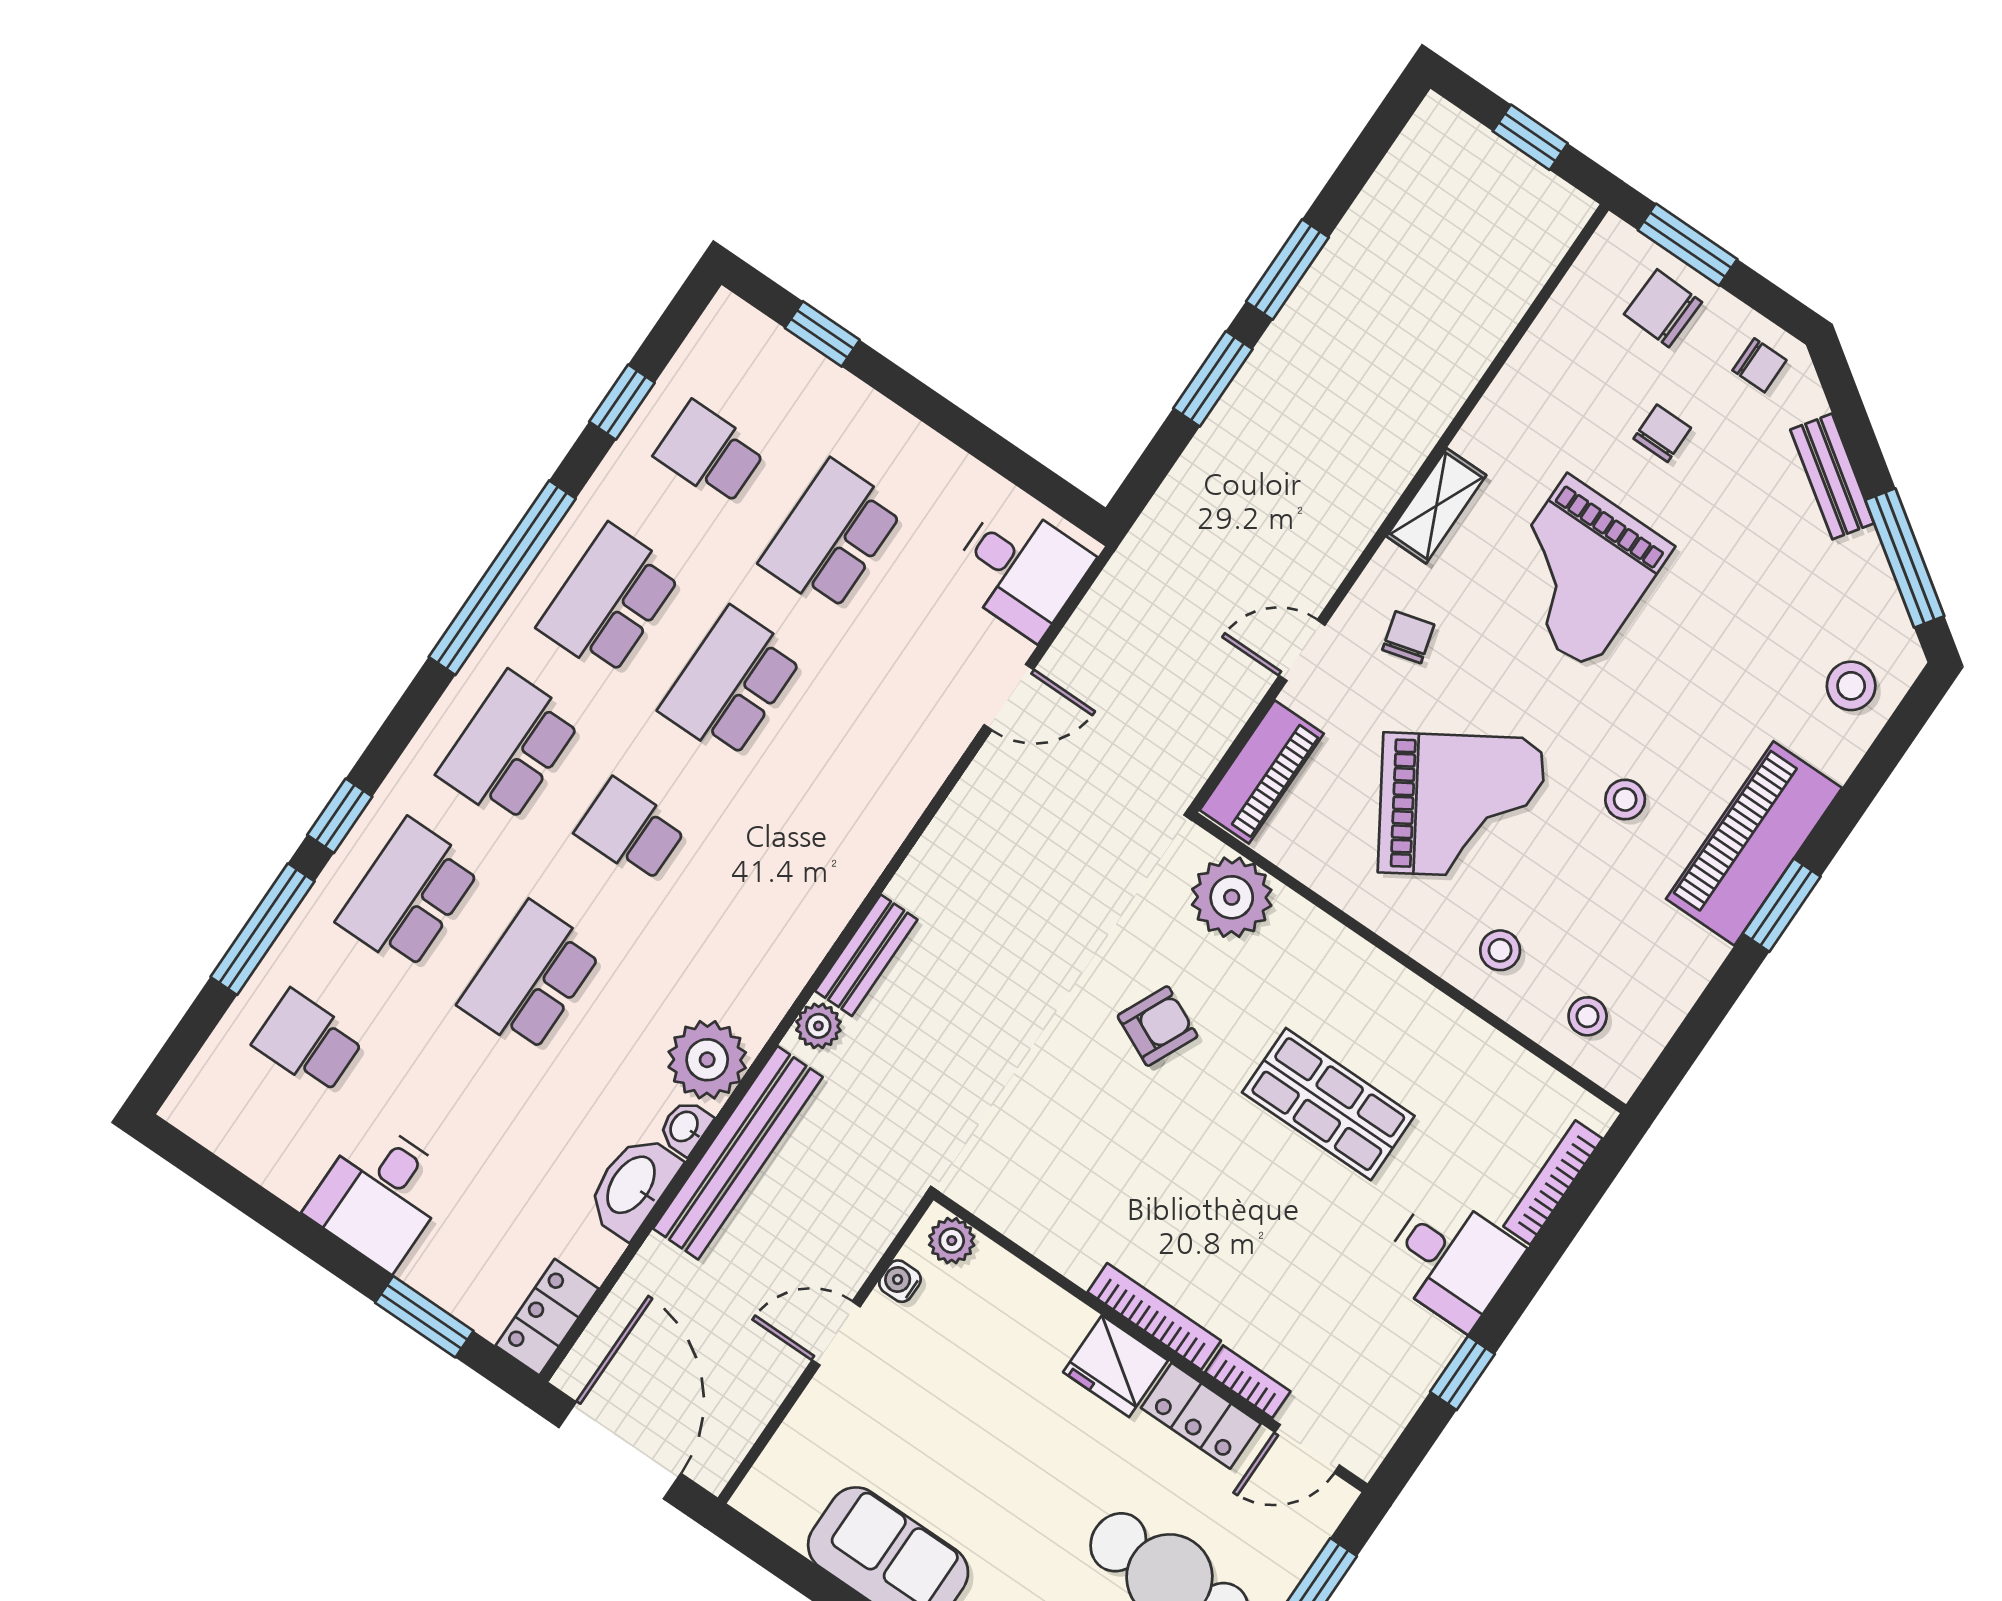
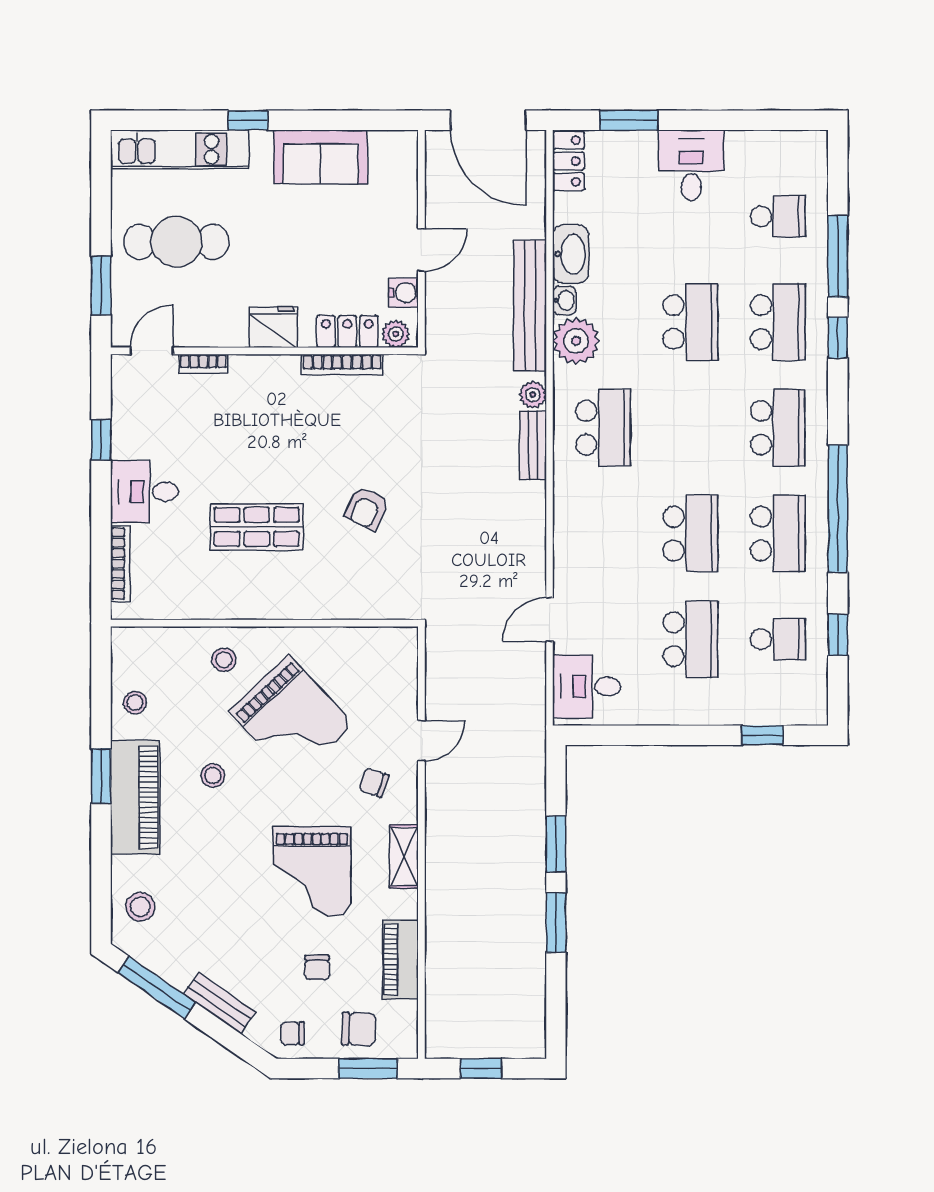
grand piano: (1579, 572) -> (312, 871), turned 180
chair: (1408, 637) -> (374, 783), turned 124
piano: (1262, 772) -> (400, 959), moved
grand piano: (1461, 805) -> (291, 718), turned -101
school desk: (630, 830) -> (603, 428), moved, width x1.85
plant: (1232, 897) -> (373, 596), removed
stool: (1588, 1016) -> (135, 703), moved
water cooler: (900, 1281) -> (403, 293), width x1.38, depth x1.38
bookcase: (1154, 1316) -> (342, 365), moved
locker: (1201, 1416) -> (347, 331), moved

